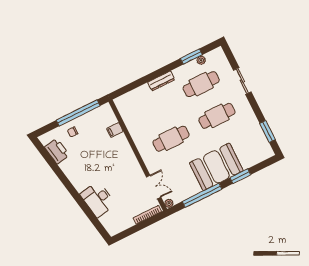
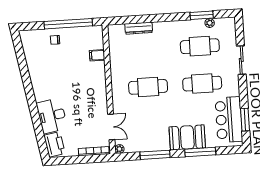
dresser: (161, 81) -> (139, 28), moved
bar counter: (253, 137) -> (229, 120), added
printer: (57, 151) -> (54, 144), moved
booth: (216, 167) -> (187, 137), width x0.73, depth x0.70
window: (240, 176) -> (200, 152), width x1.44
window: (202, 195) -> (155, 155), width x0.68

